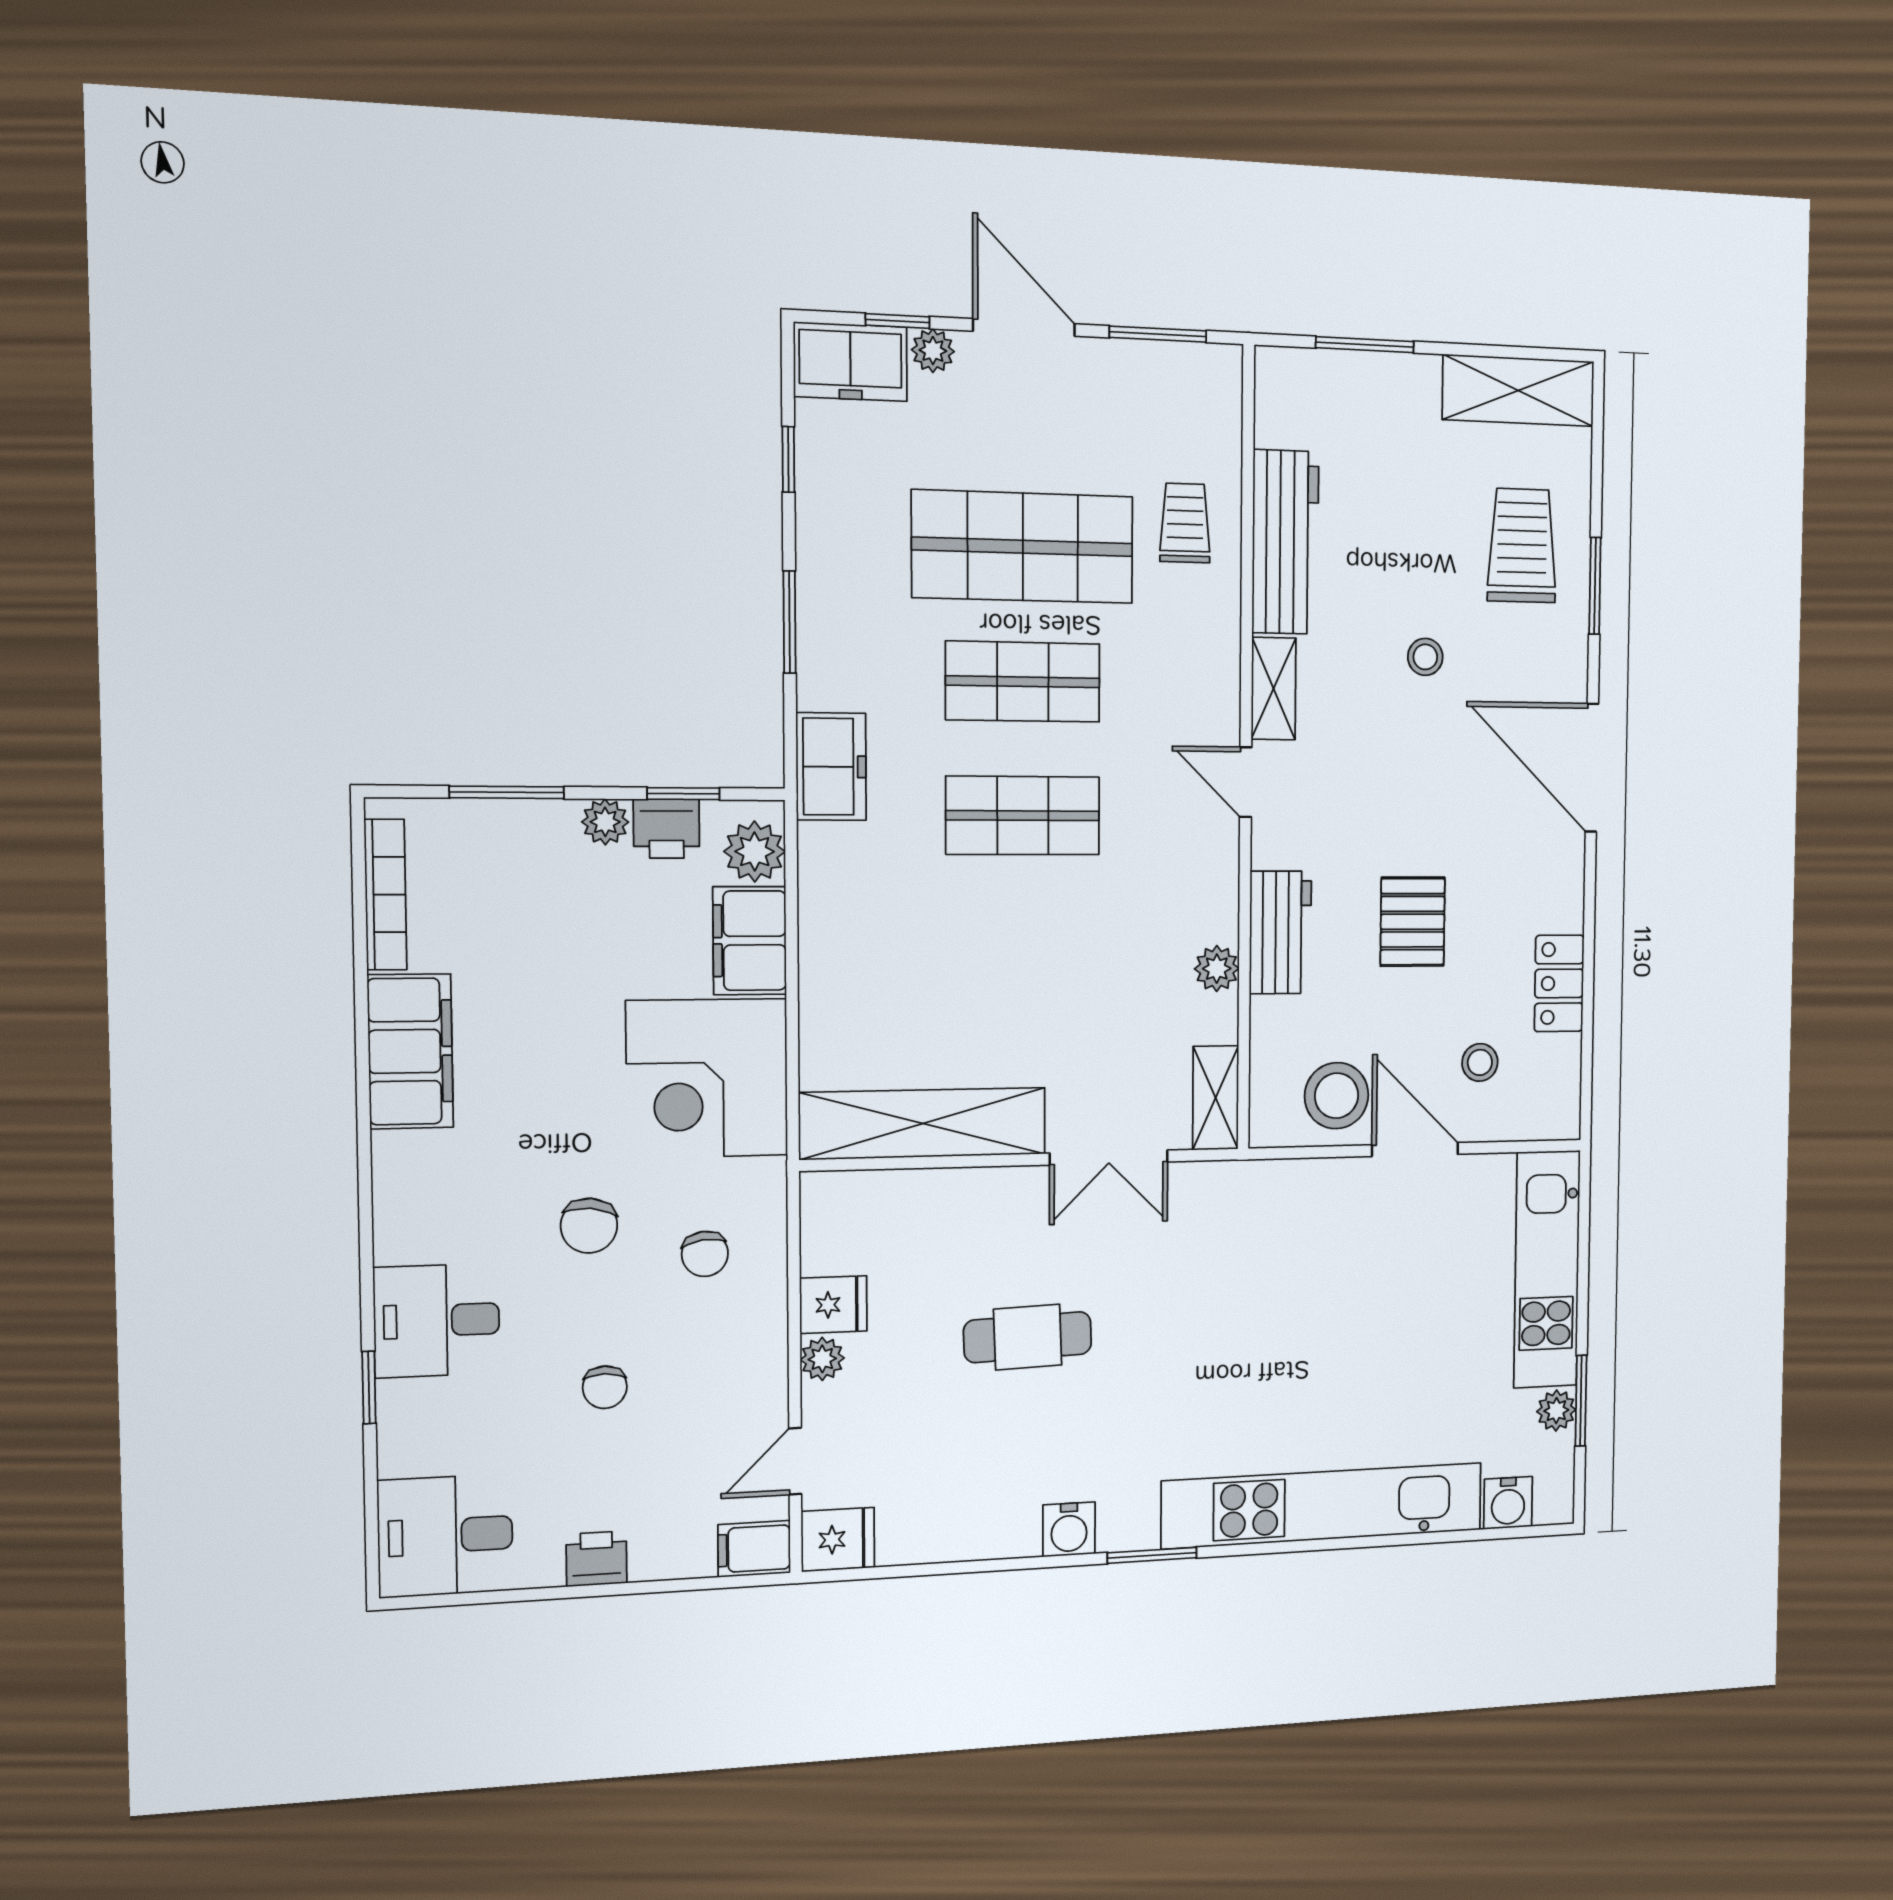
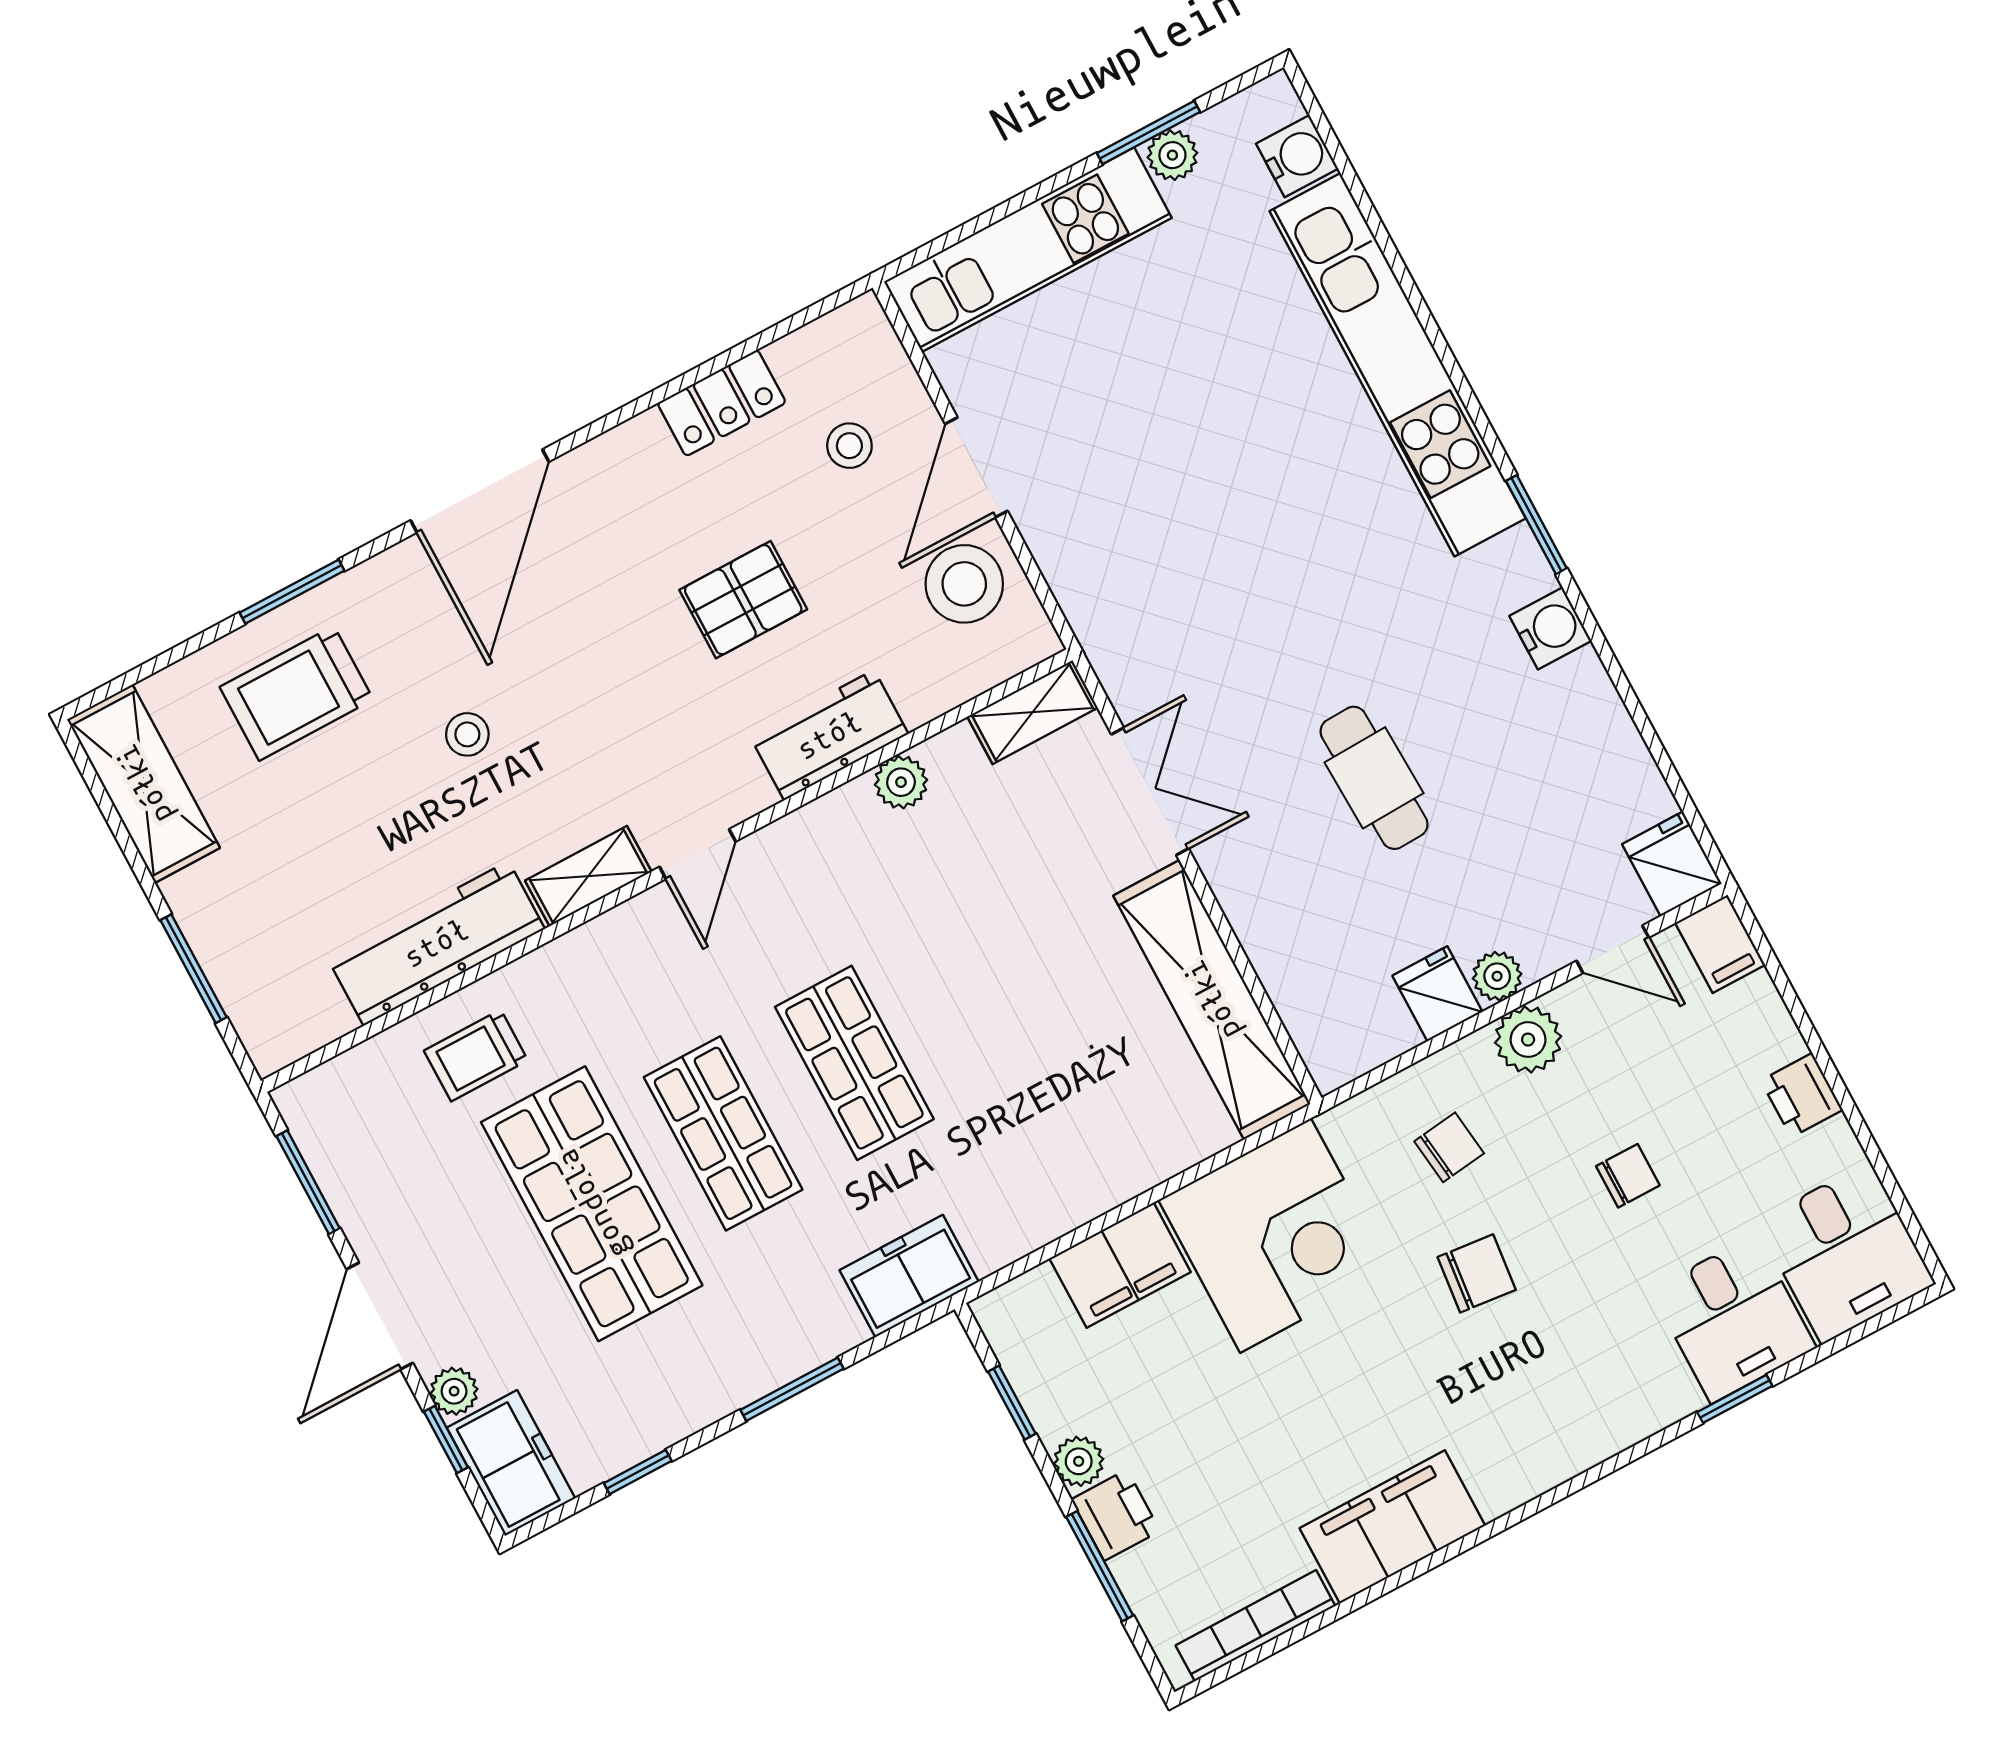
printer: (666, 829) -> (1116, 1515), moved
plant: (755, 852) -> (1528, 1040), moved
desk: (437, 1321) -> (1733, 1319), moved

